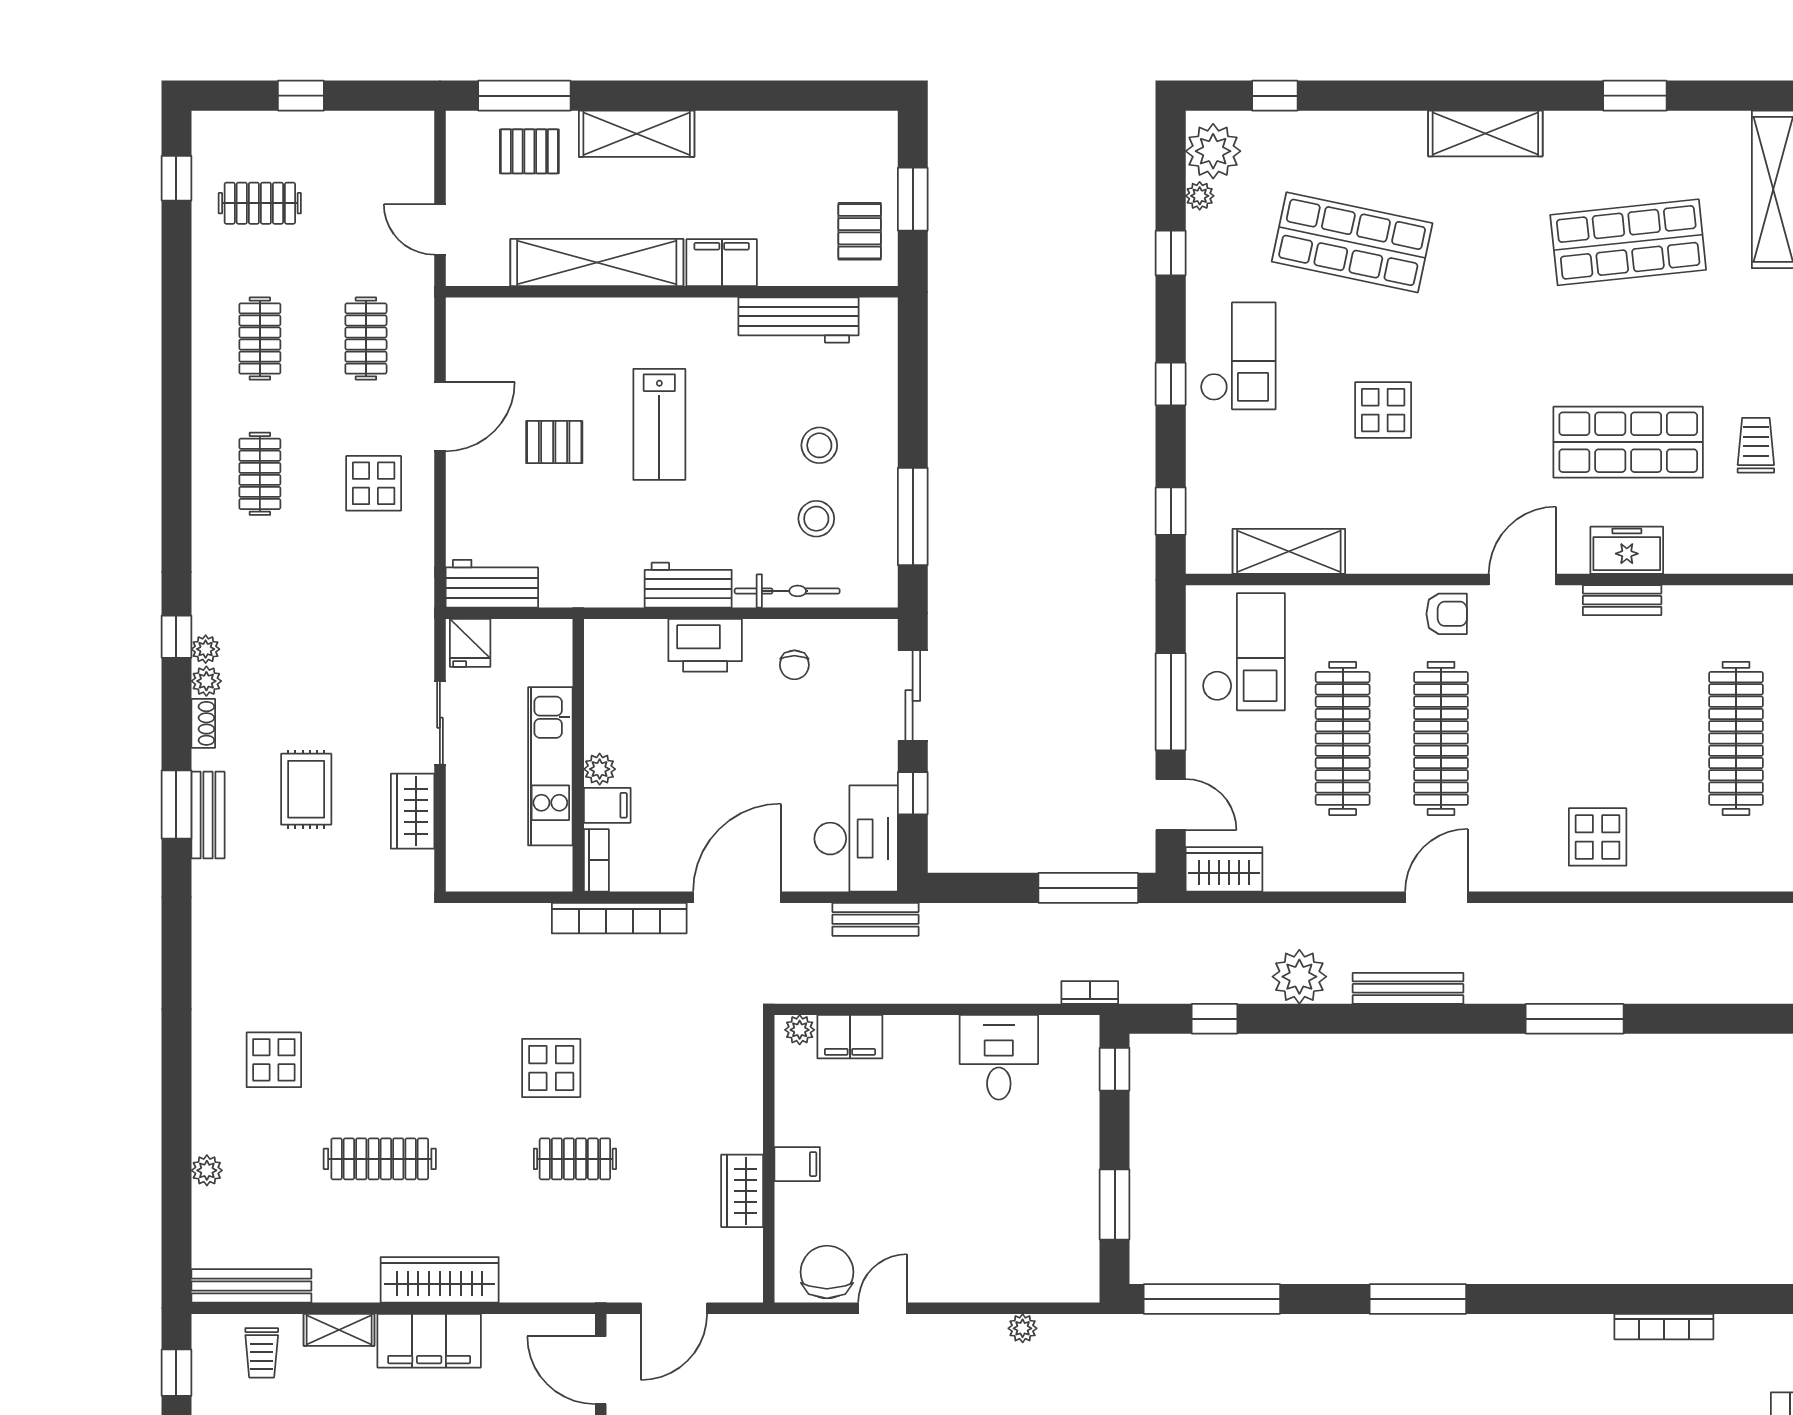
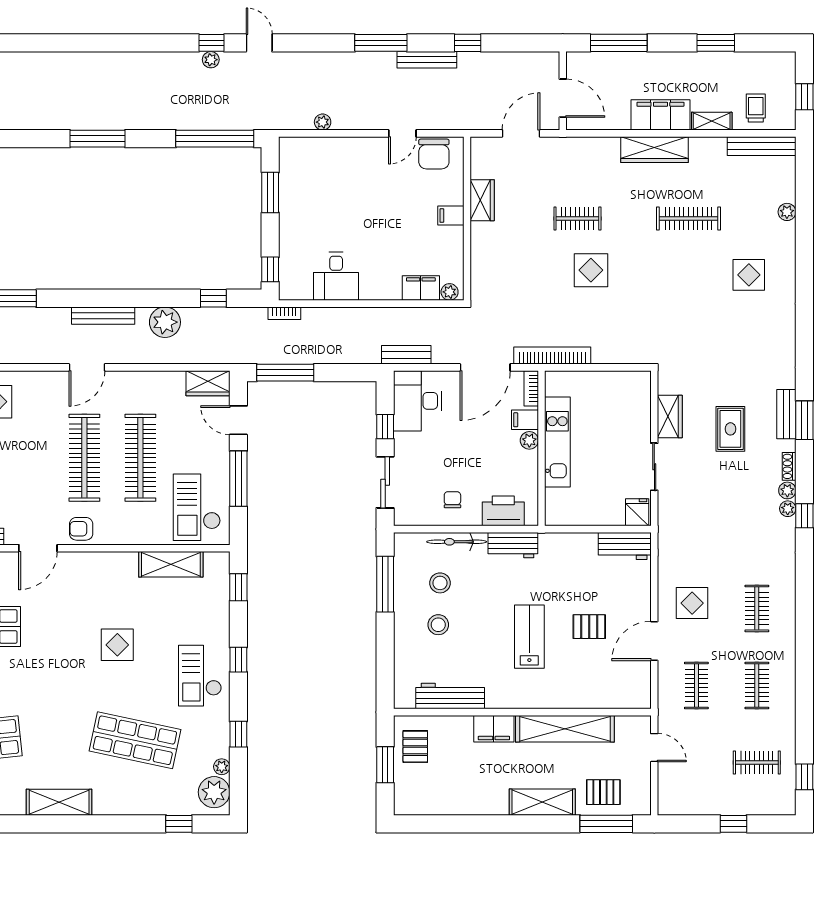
wall: (578, 755) -> (541, 448), moved
kitchen unit: (550, 766) -> (557, 442), moved
plant: (600, 769) -> (529, 440), moved
filing cabinet: (607, 805) -> (525, 420), moved
bookcase: (596, 860) -> (531, 388), moved

